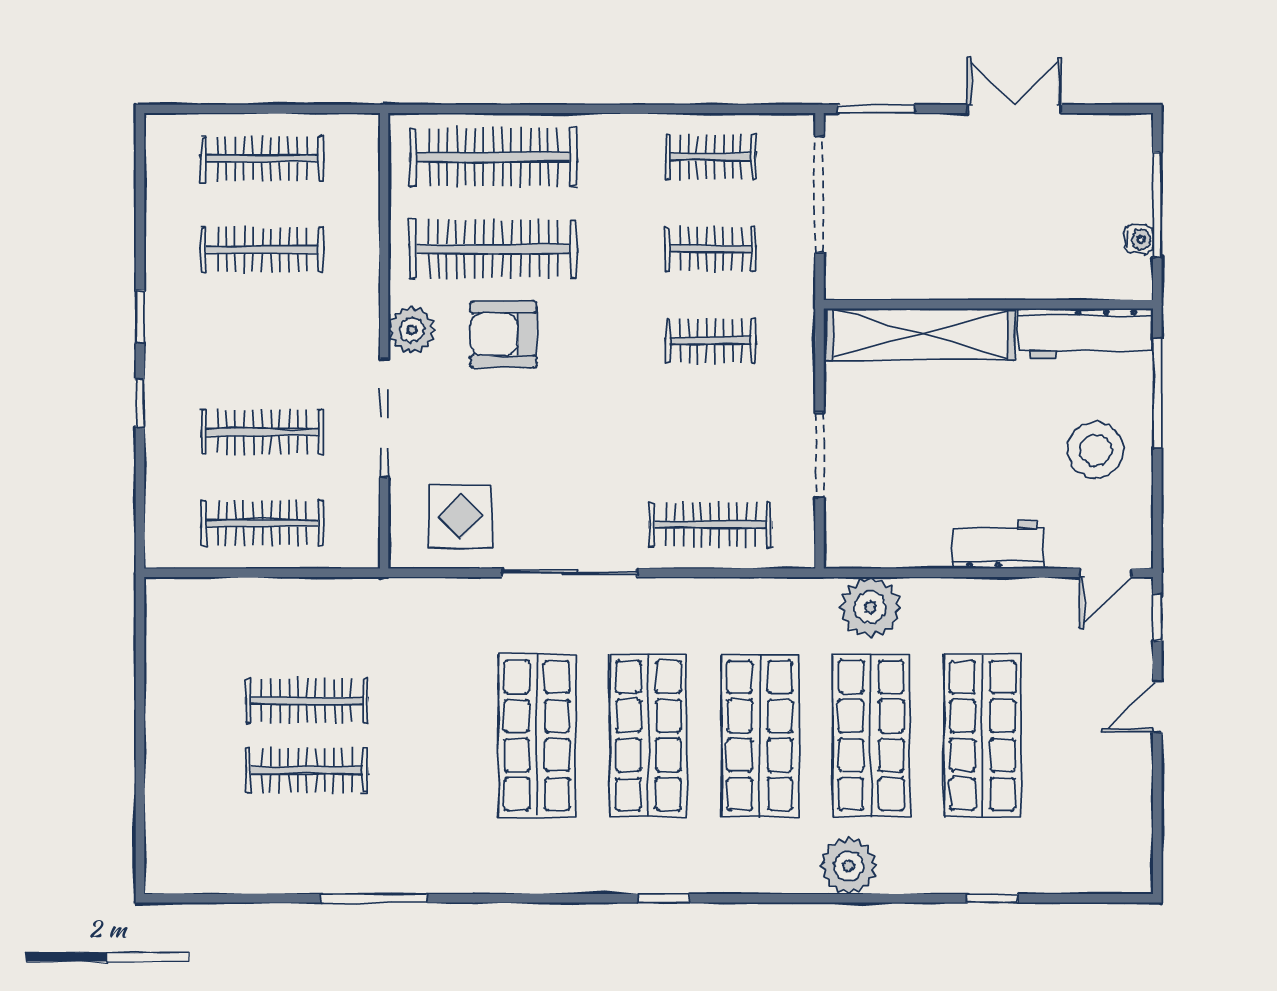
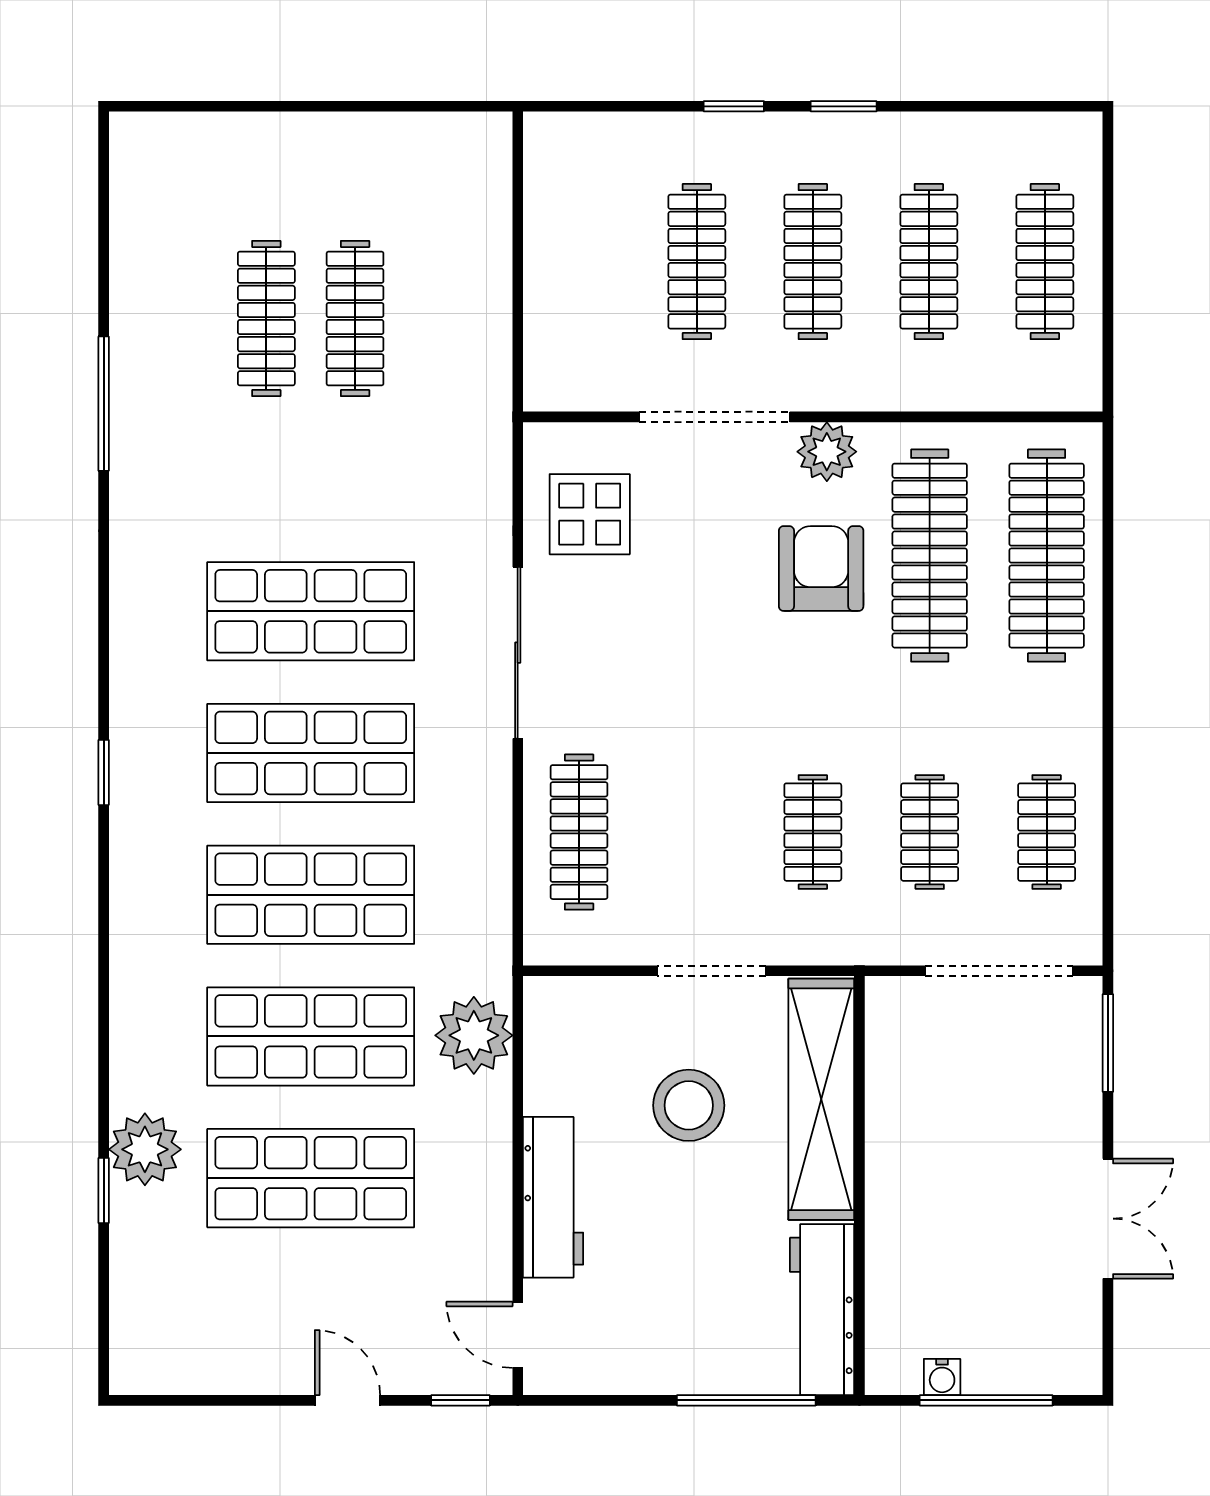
stool: (1095, 450) -> (689, 1105), moved
doorway: (820, 455) -> (712, 971), moved
clothes rail: (262, 523) -> (813, 262), moved
workbench: (998, 545) -> (553, 1197), width x1.38
plant: (849, 866) -> (145, 1149), moved

